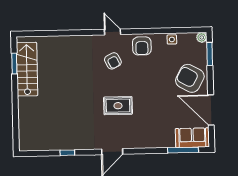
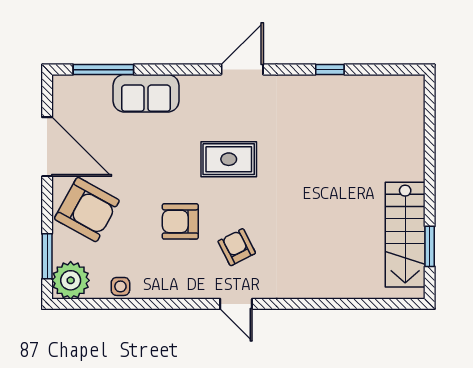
plant: (202, 37) -> (71, 280), width x1.87, depth x1.87
armchair: (142, 46) -> (180, 221), moved, turned -90
sofa: (192, 138) -> (146, 93), moved

